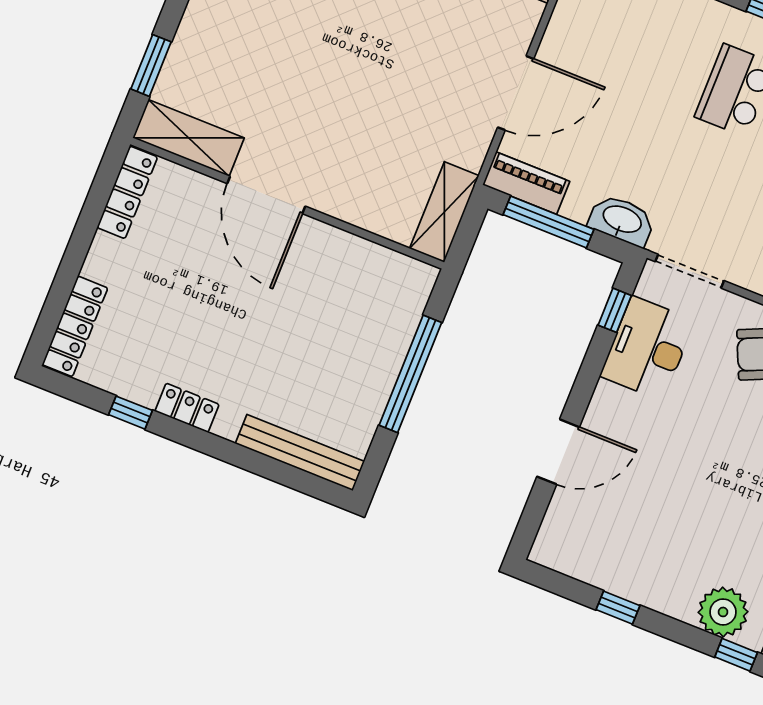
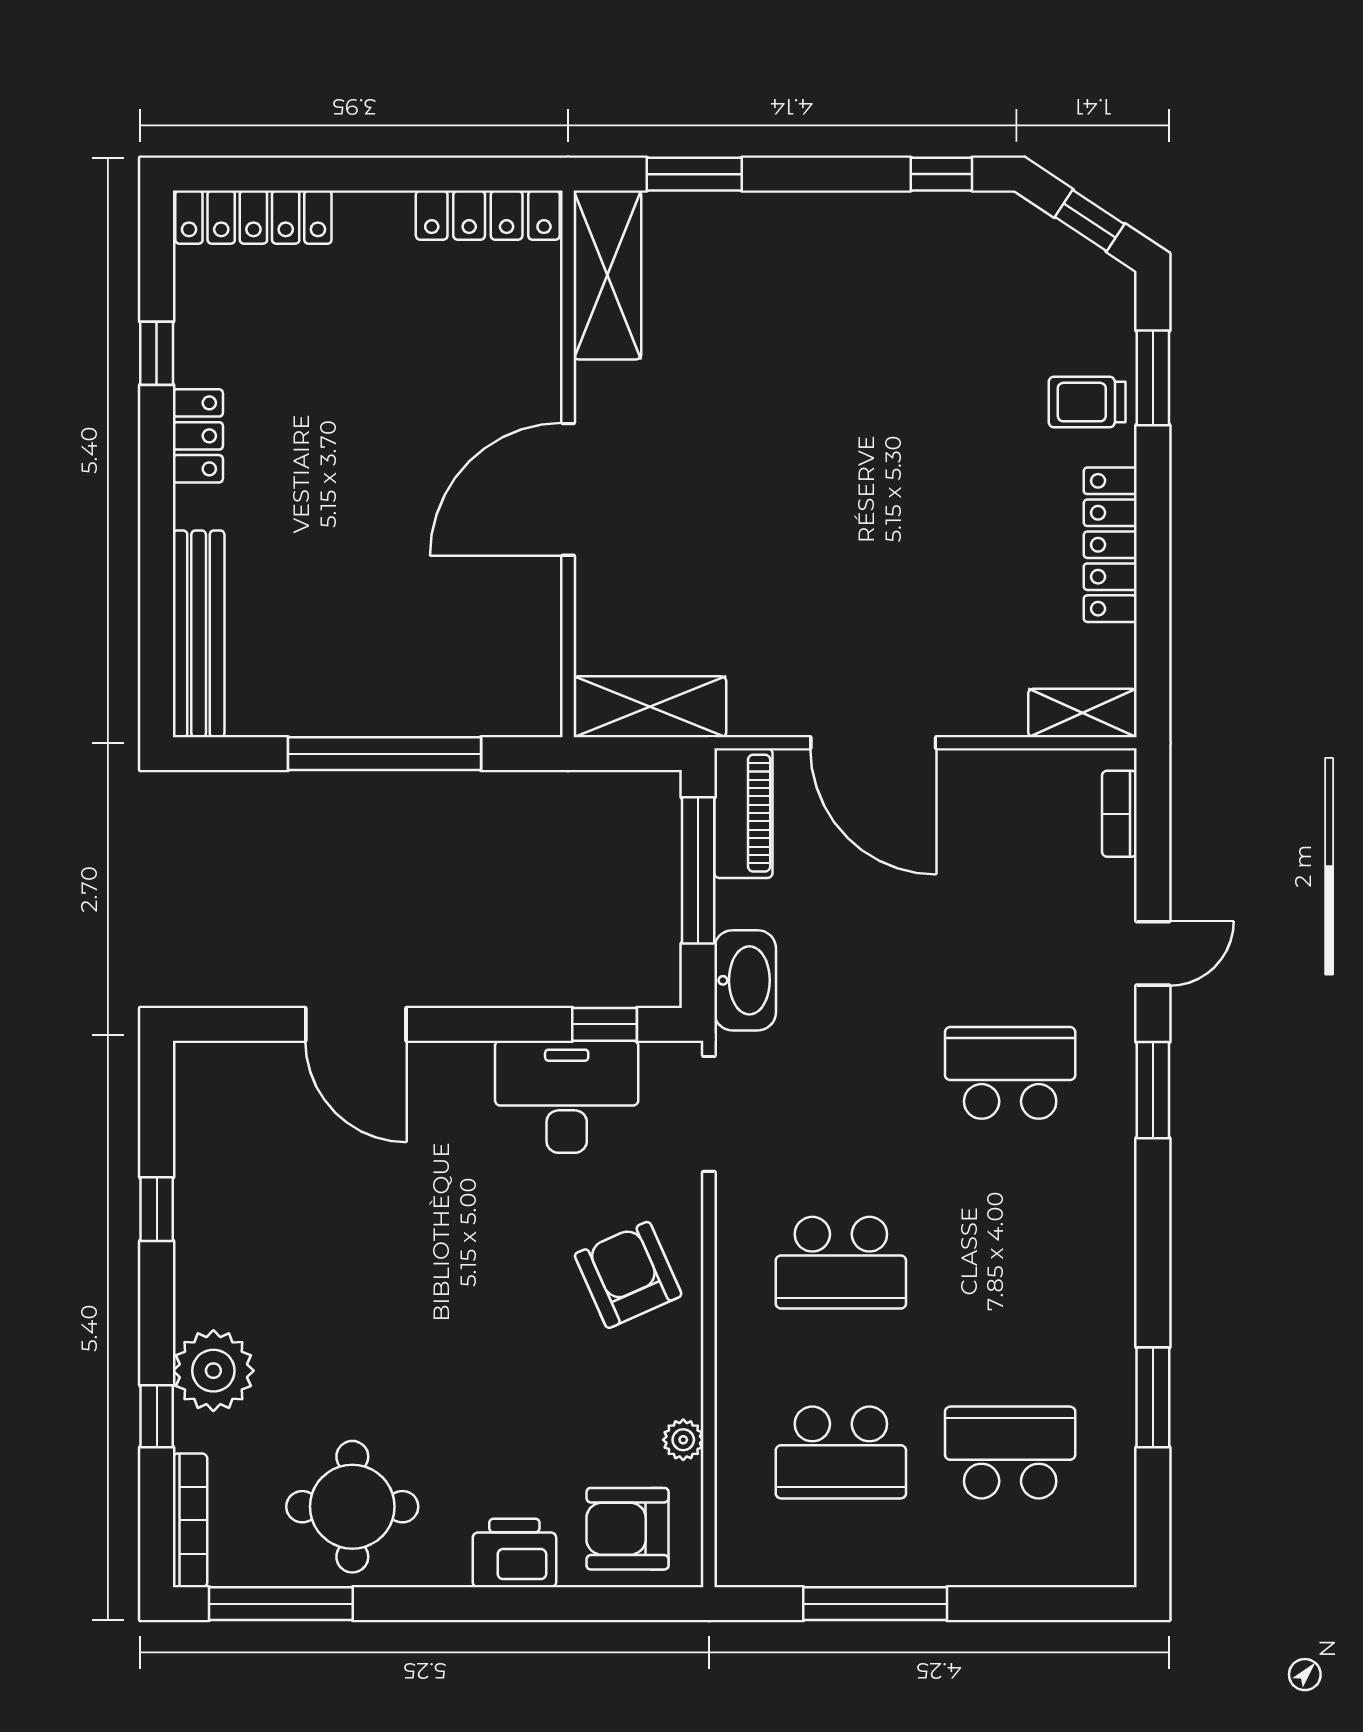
door: (266, 195) -> (568, 489), moved

